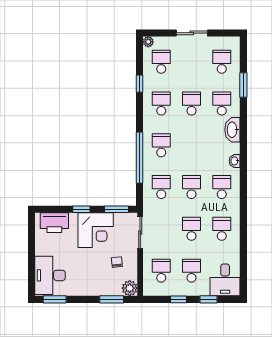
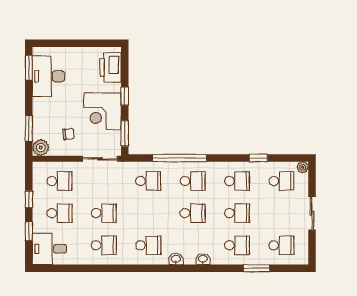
washbasin: (232, 130) -> (203, 259), width x0.52, depth x0.69
school desk: (191, 187) -> (193, 213), moved
desk: (50, 275) -> (49, 76), moved, turned -90

